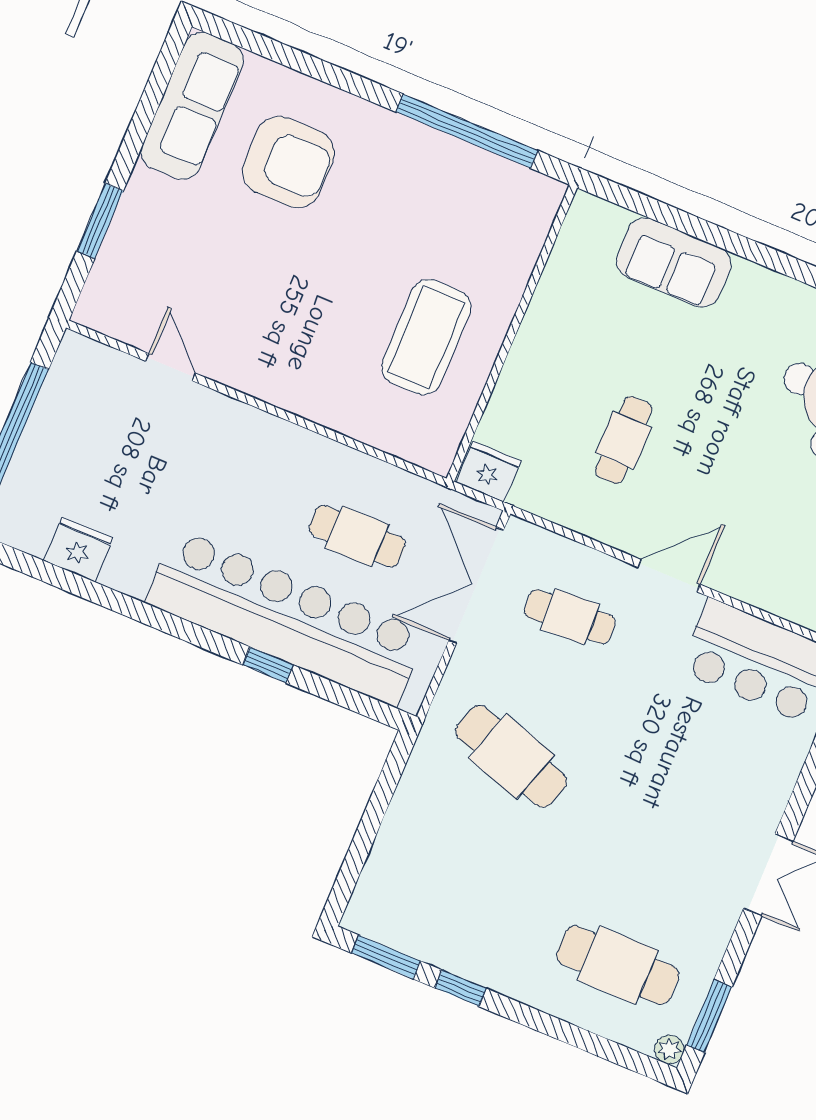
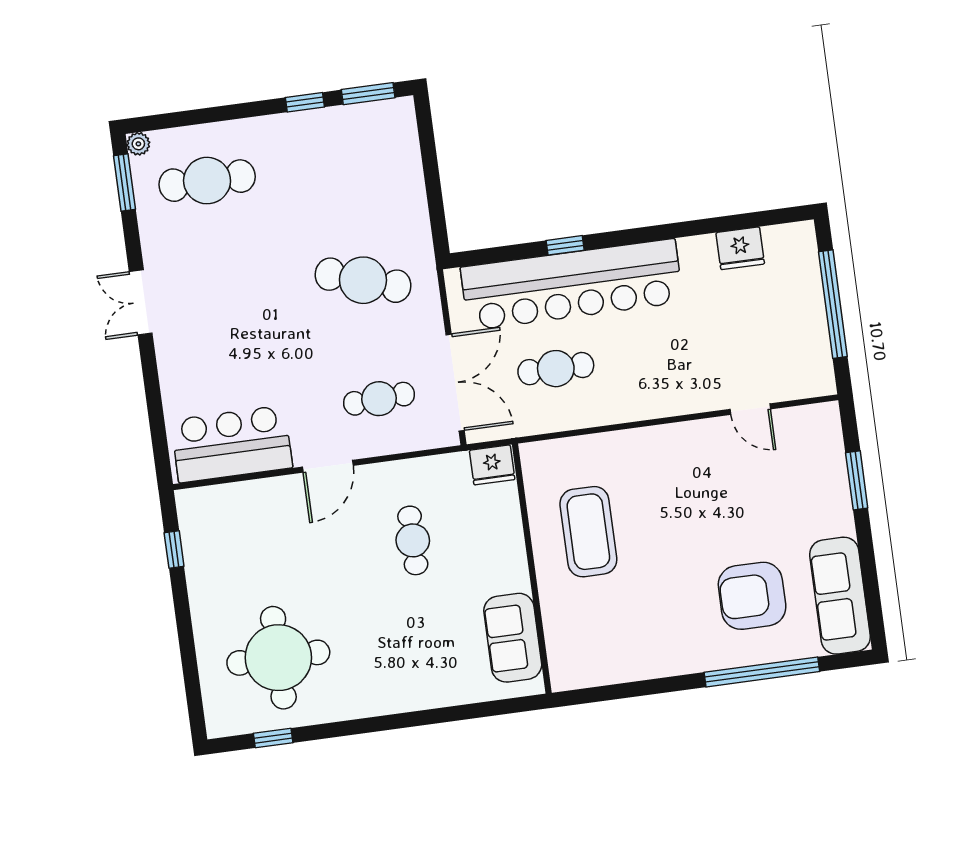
window: (467, 131) -> (762, 672), moved
sofa: (674, 262) -> (513, 638), moved, turned -90

